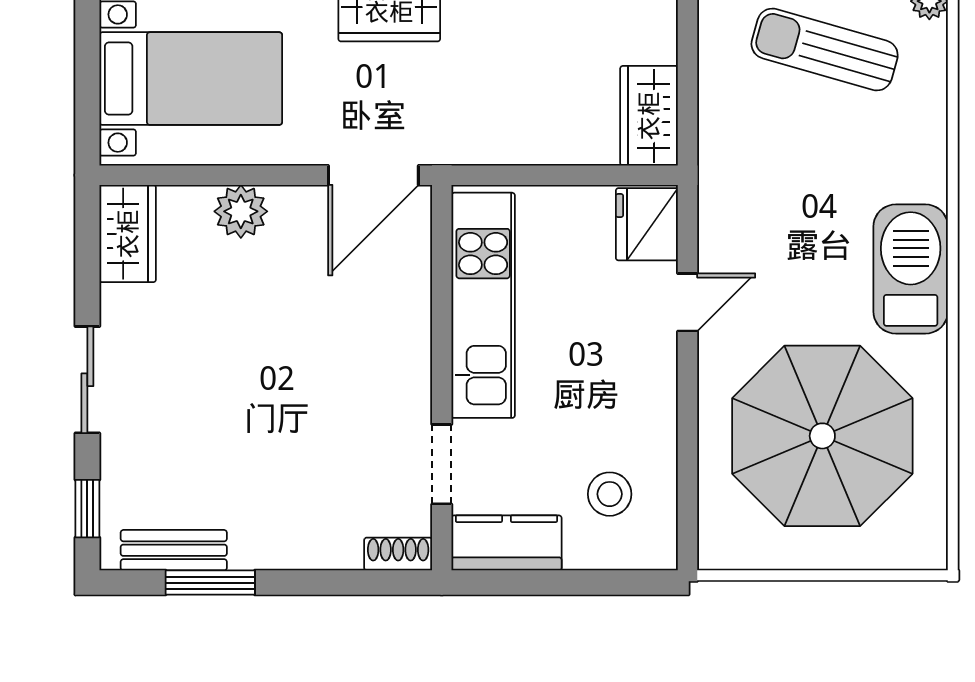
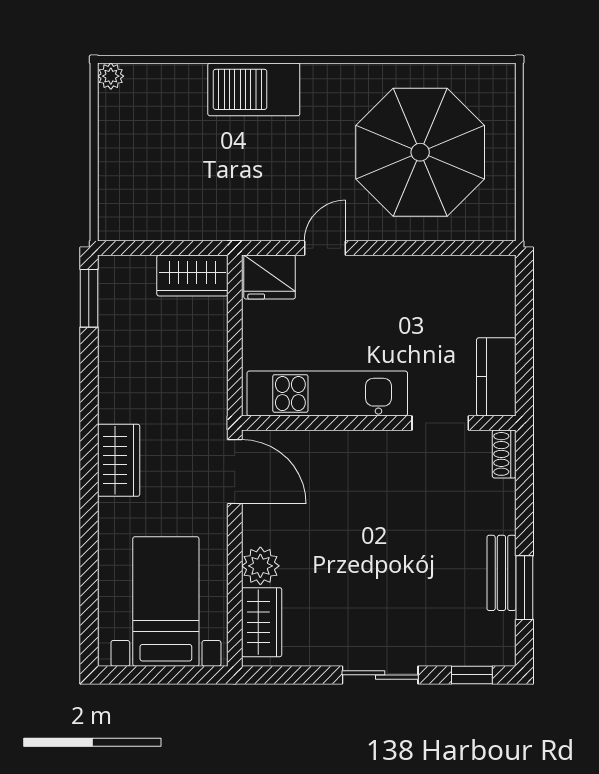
sun lounger: (825, 49) -> (145, 151), removed
wardrobe: (128, 234) -> (262, 622), moved, turned 90
barbecue: (911, 269) -> (254, 89), moved
door: (688, 302) -> (325, 248), hinge flipped
stool: (610, 494) -> (461, 304), removed
bench: (174, 550) -> (501, 573), moved

